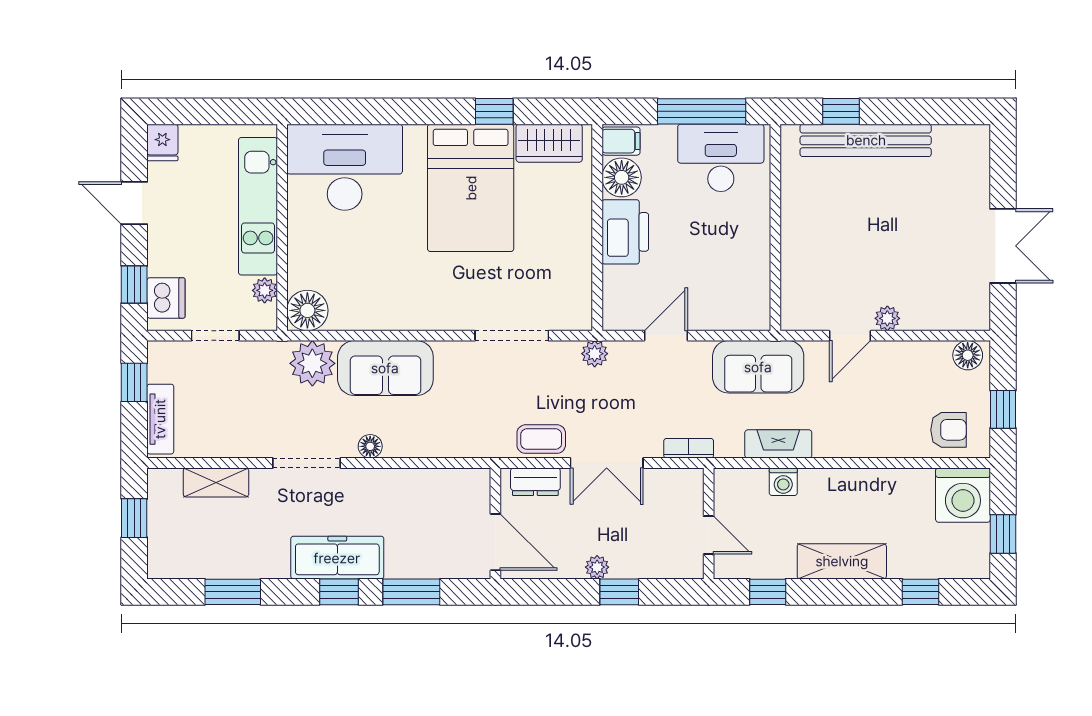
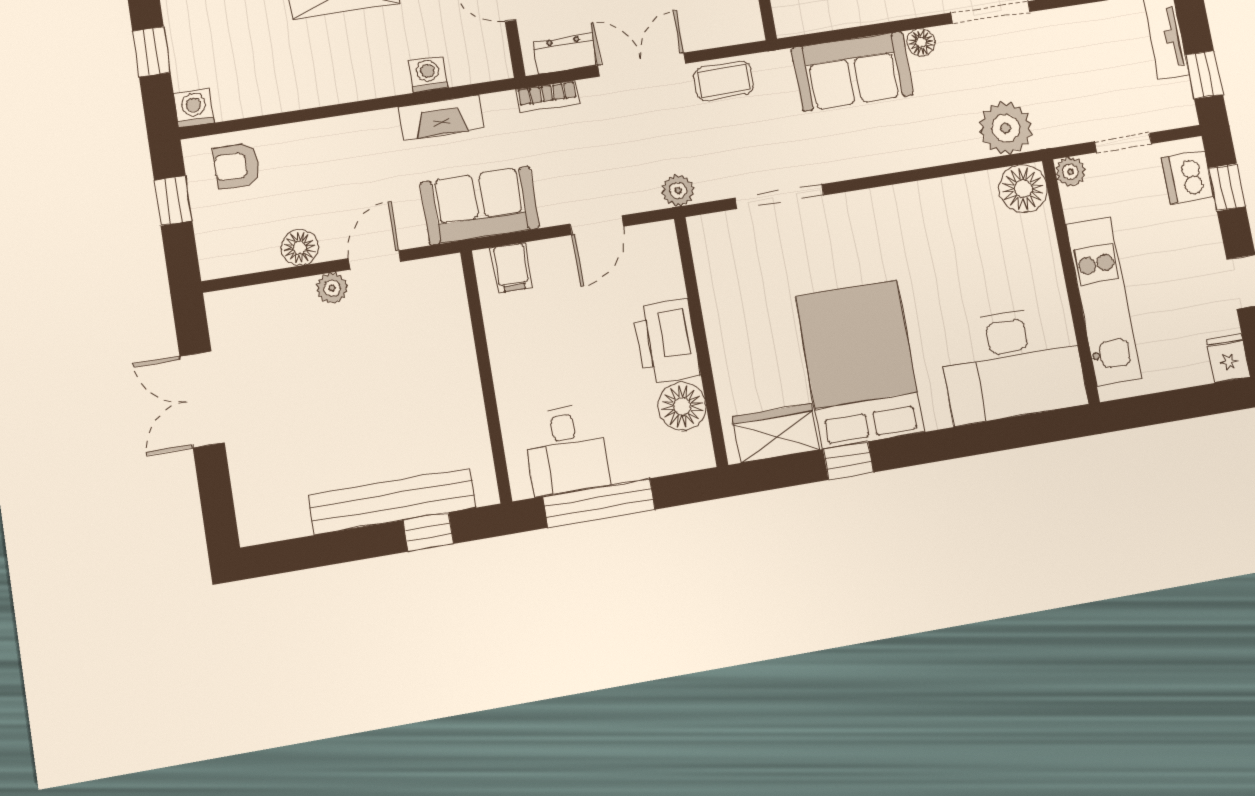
filing cabinet: (621, 141) -> (511, 268), moved, turned -90
desk: (721, 158) -> (566, 450), width x0.73
plant: (265, 290) -> (1070, 172), moved
floor lamp: (968, 355) -> (300, 248), moved
sofa: (385, 368) -> (853, 71), moved, turned 180
dresser: (535, 482) -> (565, 54), moved
washing machine: (963, 495) -> (194, 108), width x0.53, depth x0.53

